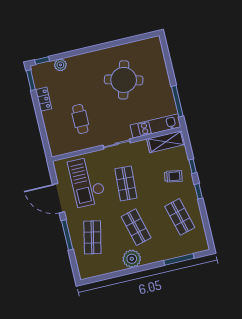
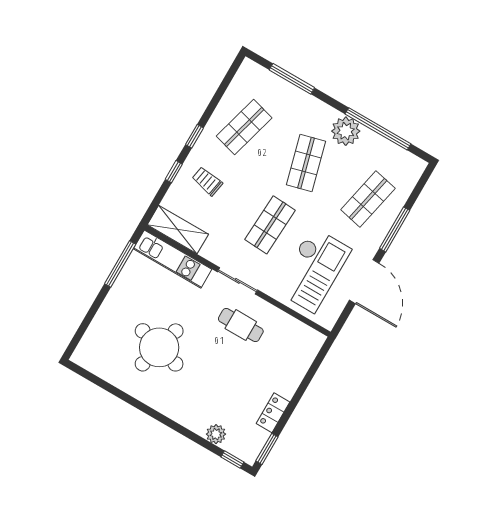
cafe table: (80, 119) -> (241, 325), moved, turned 90
shop shelf: (180, 217) -> (244, 127), turned 30
window: (118, 274) -> (378, 129), added

